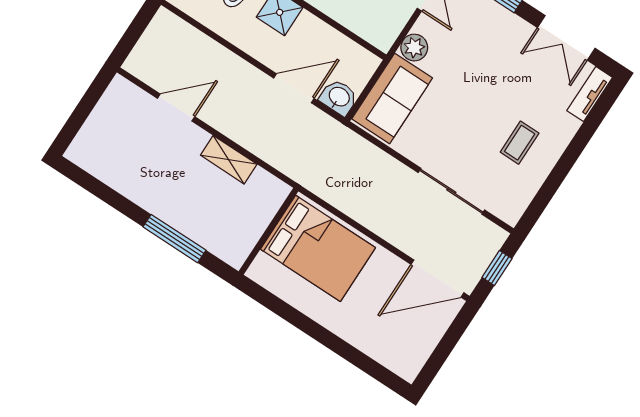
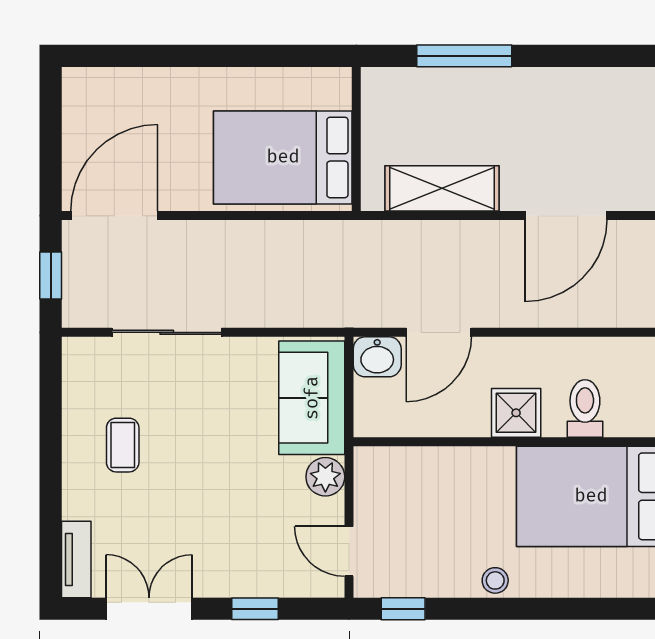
door: (176, 108) -> (566, 216), width x1.36
shelving: (229, 160) -> (442, 188), width x1.50, depth x1.33

